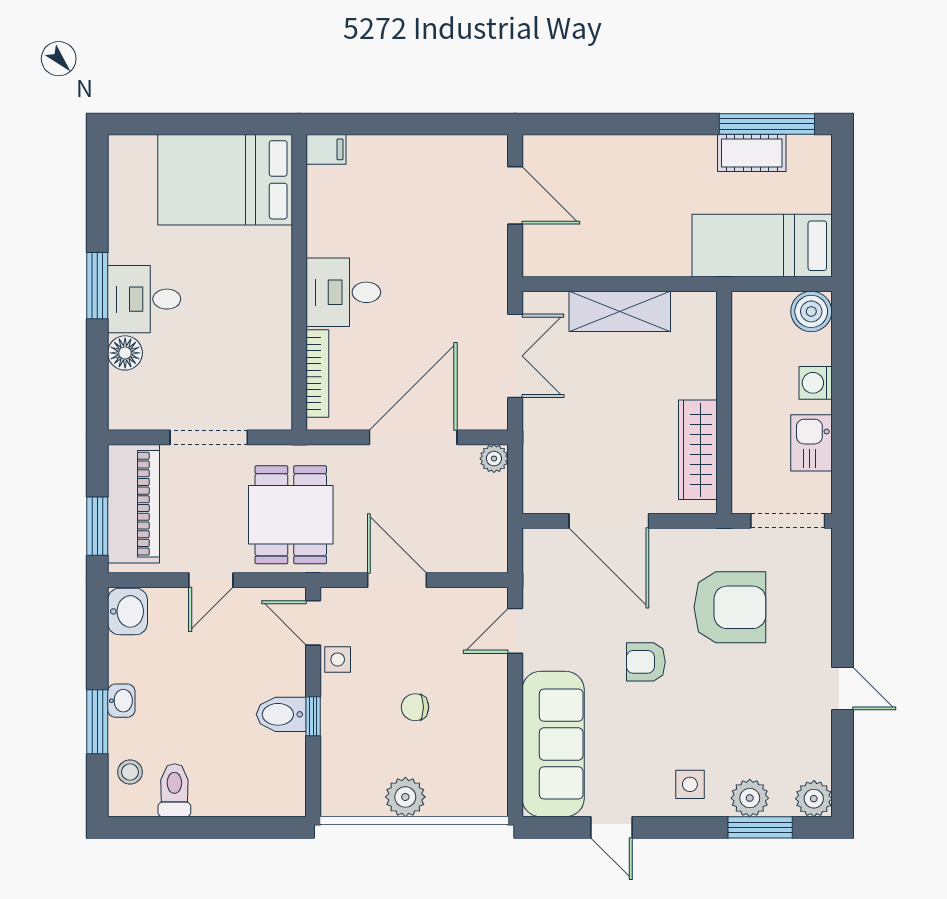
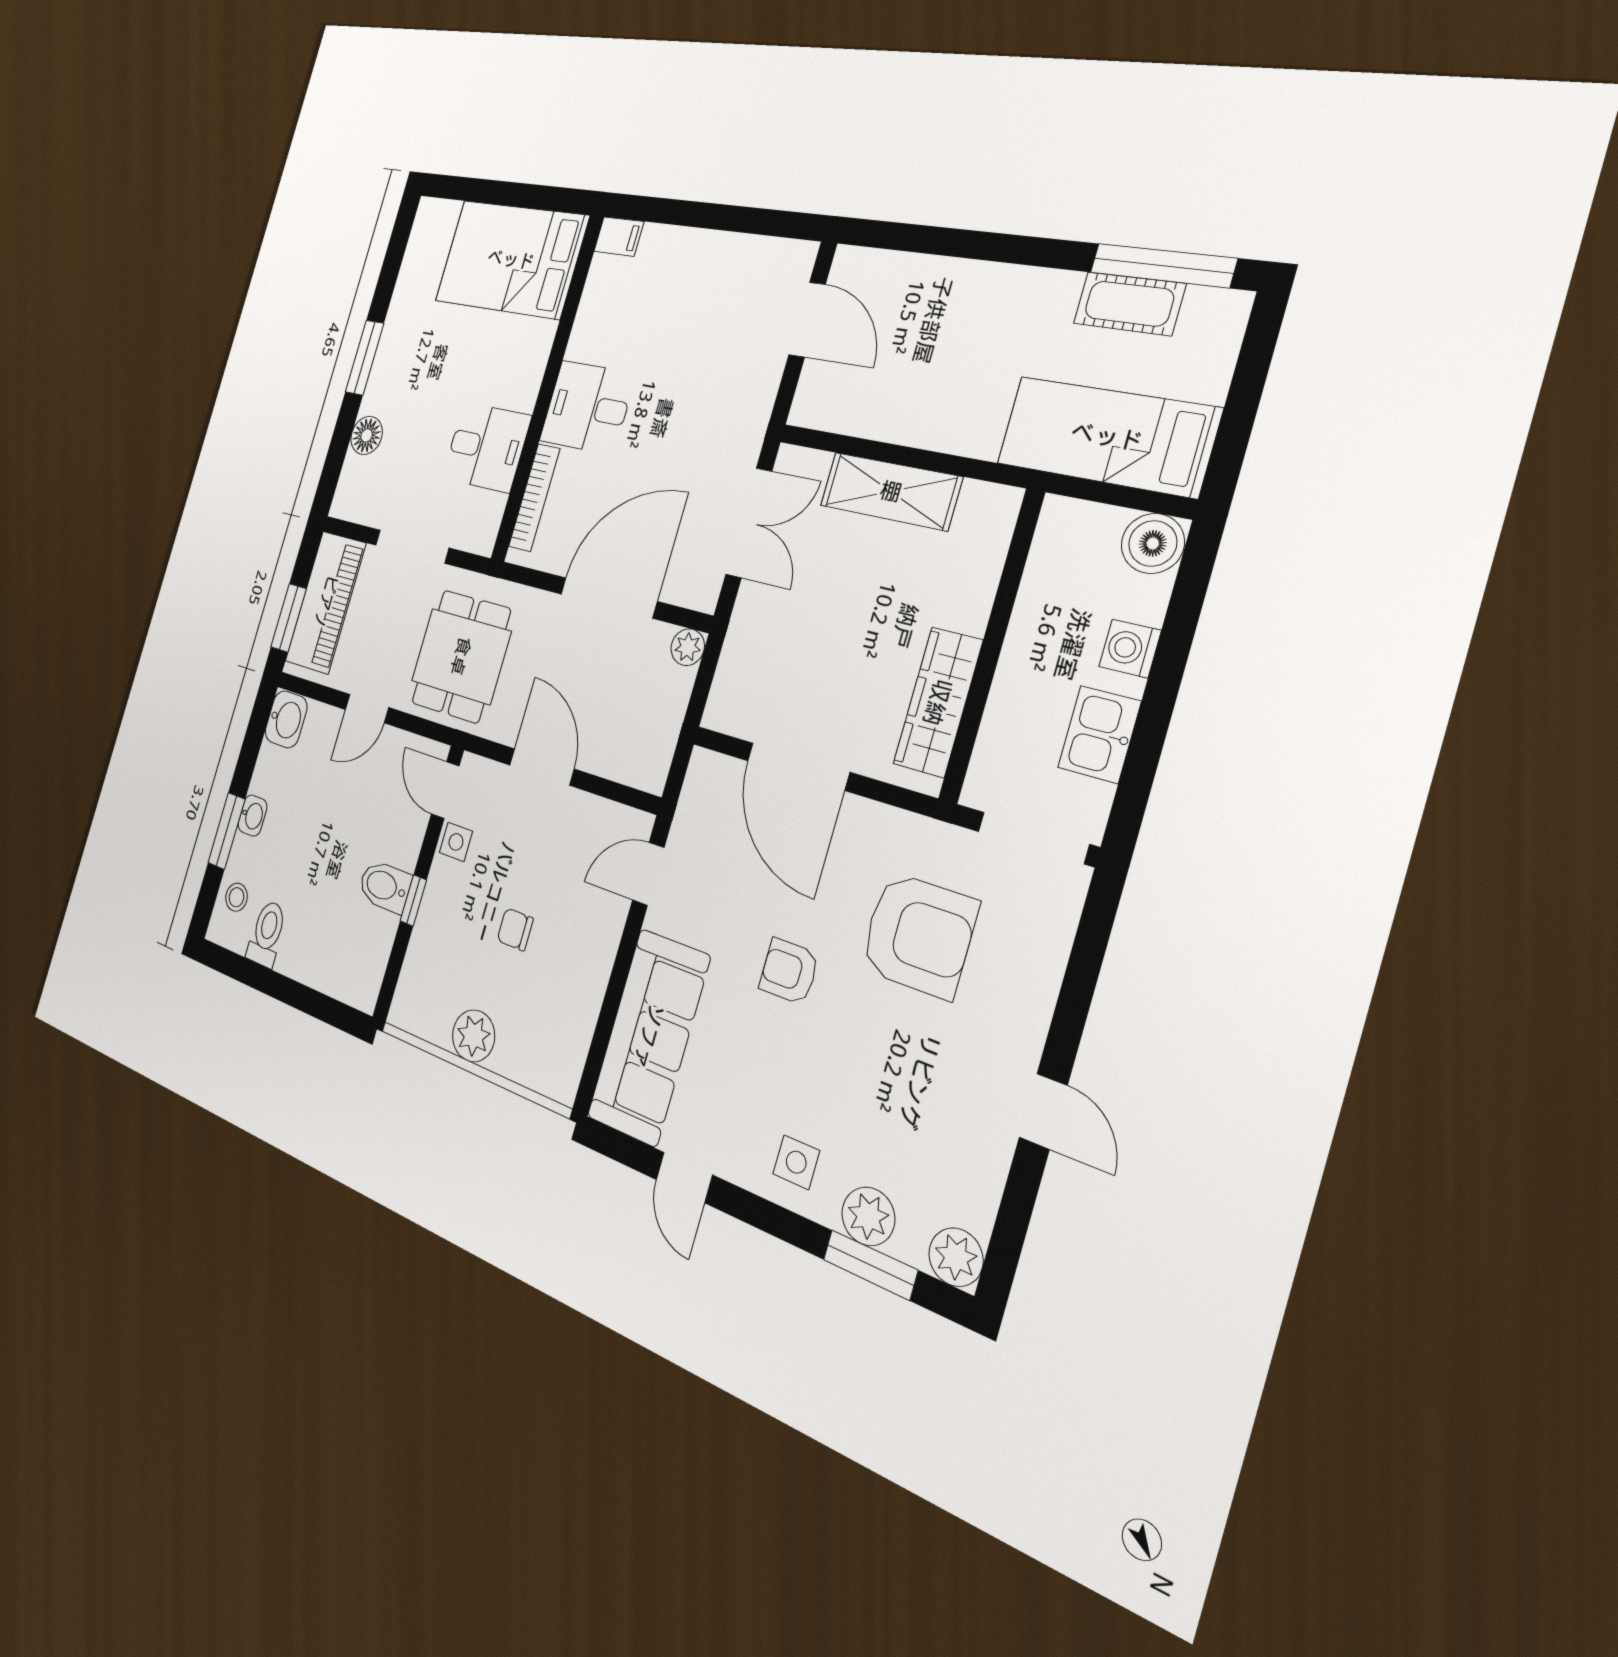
desk: (144, 299) -> (486, 447), moved, turned 180

